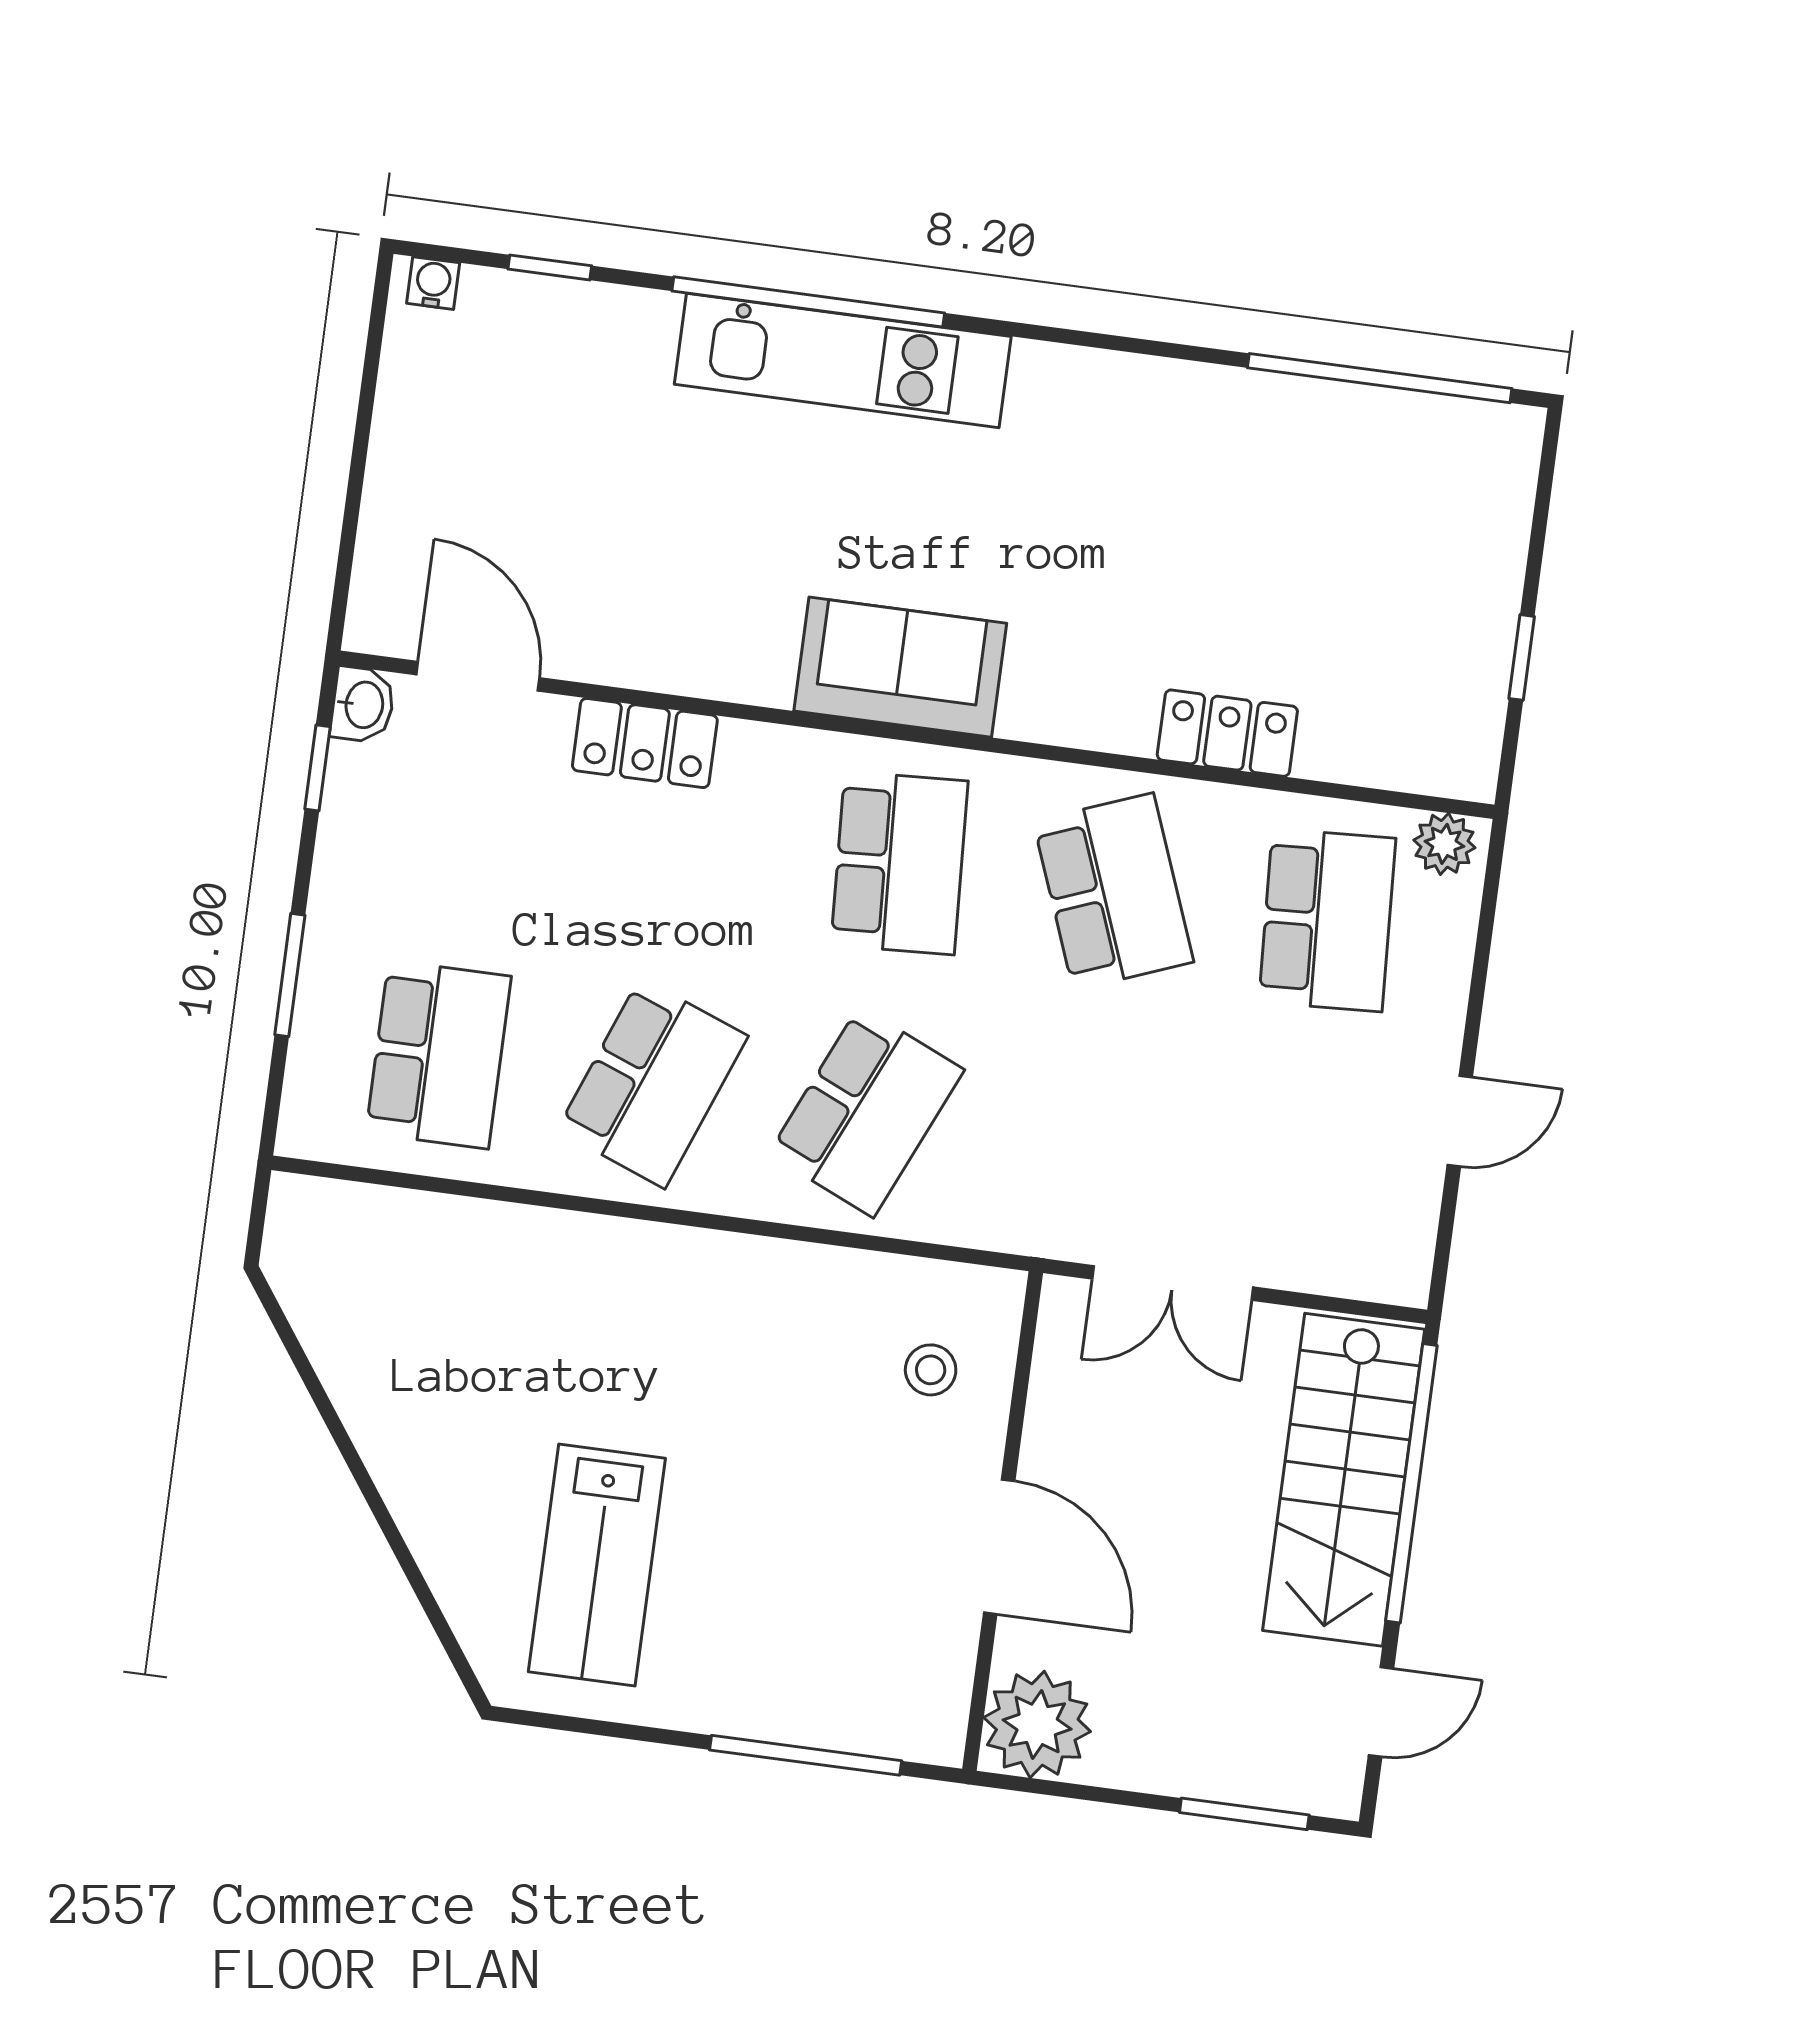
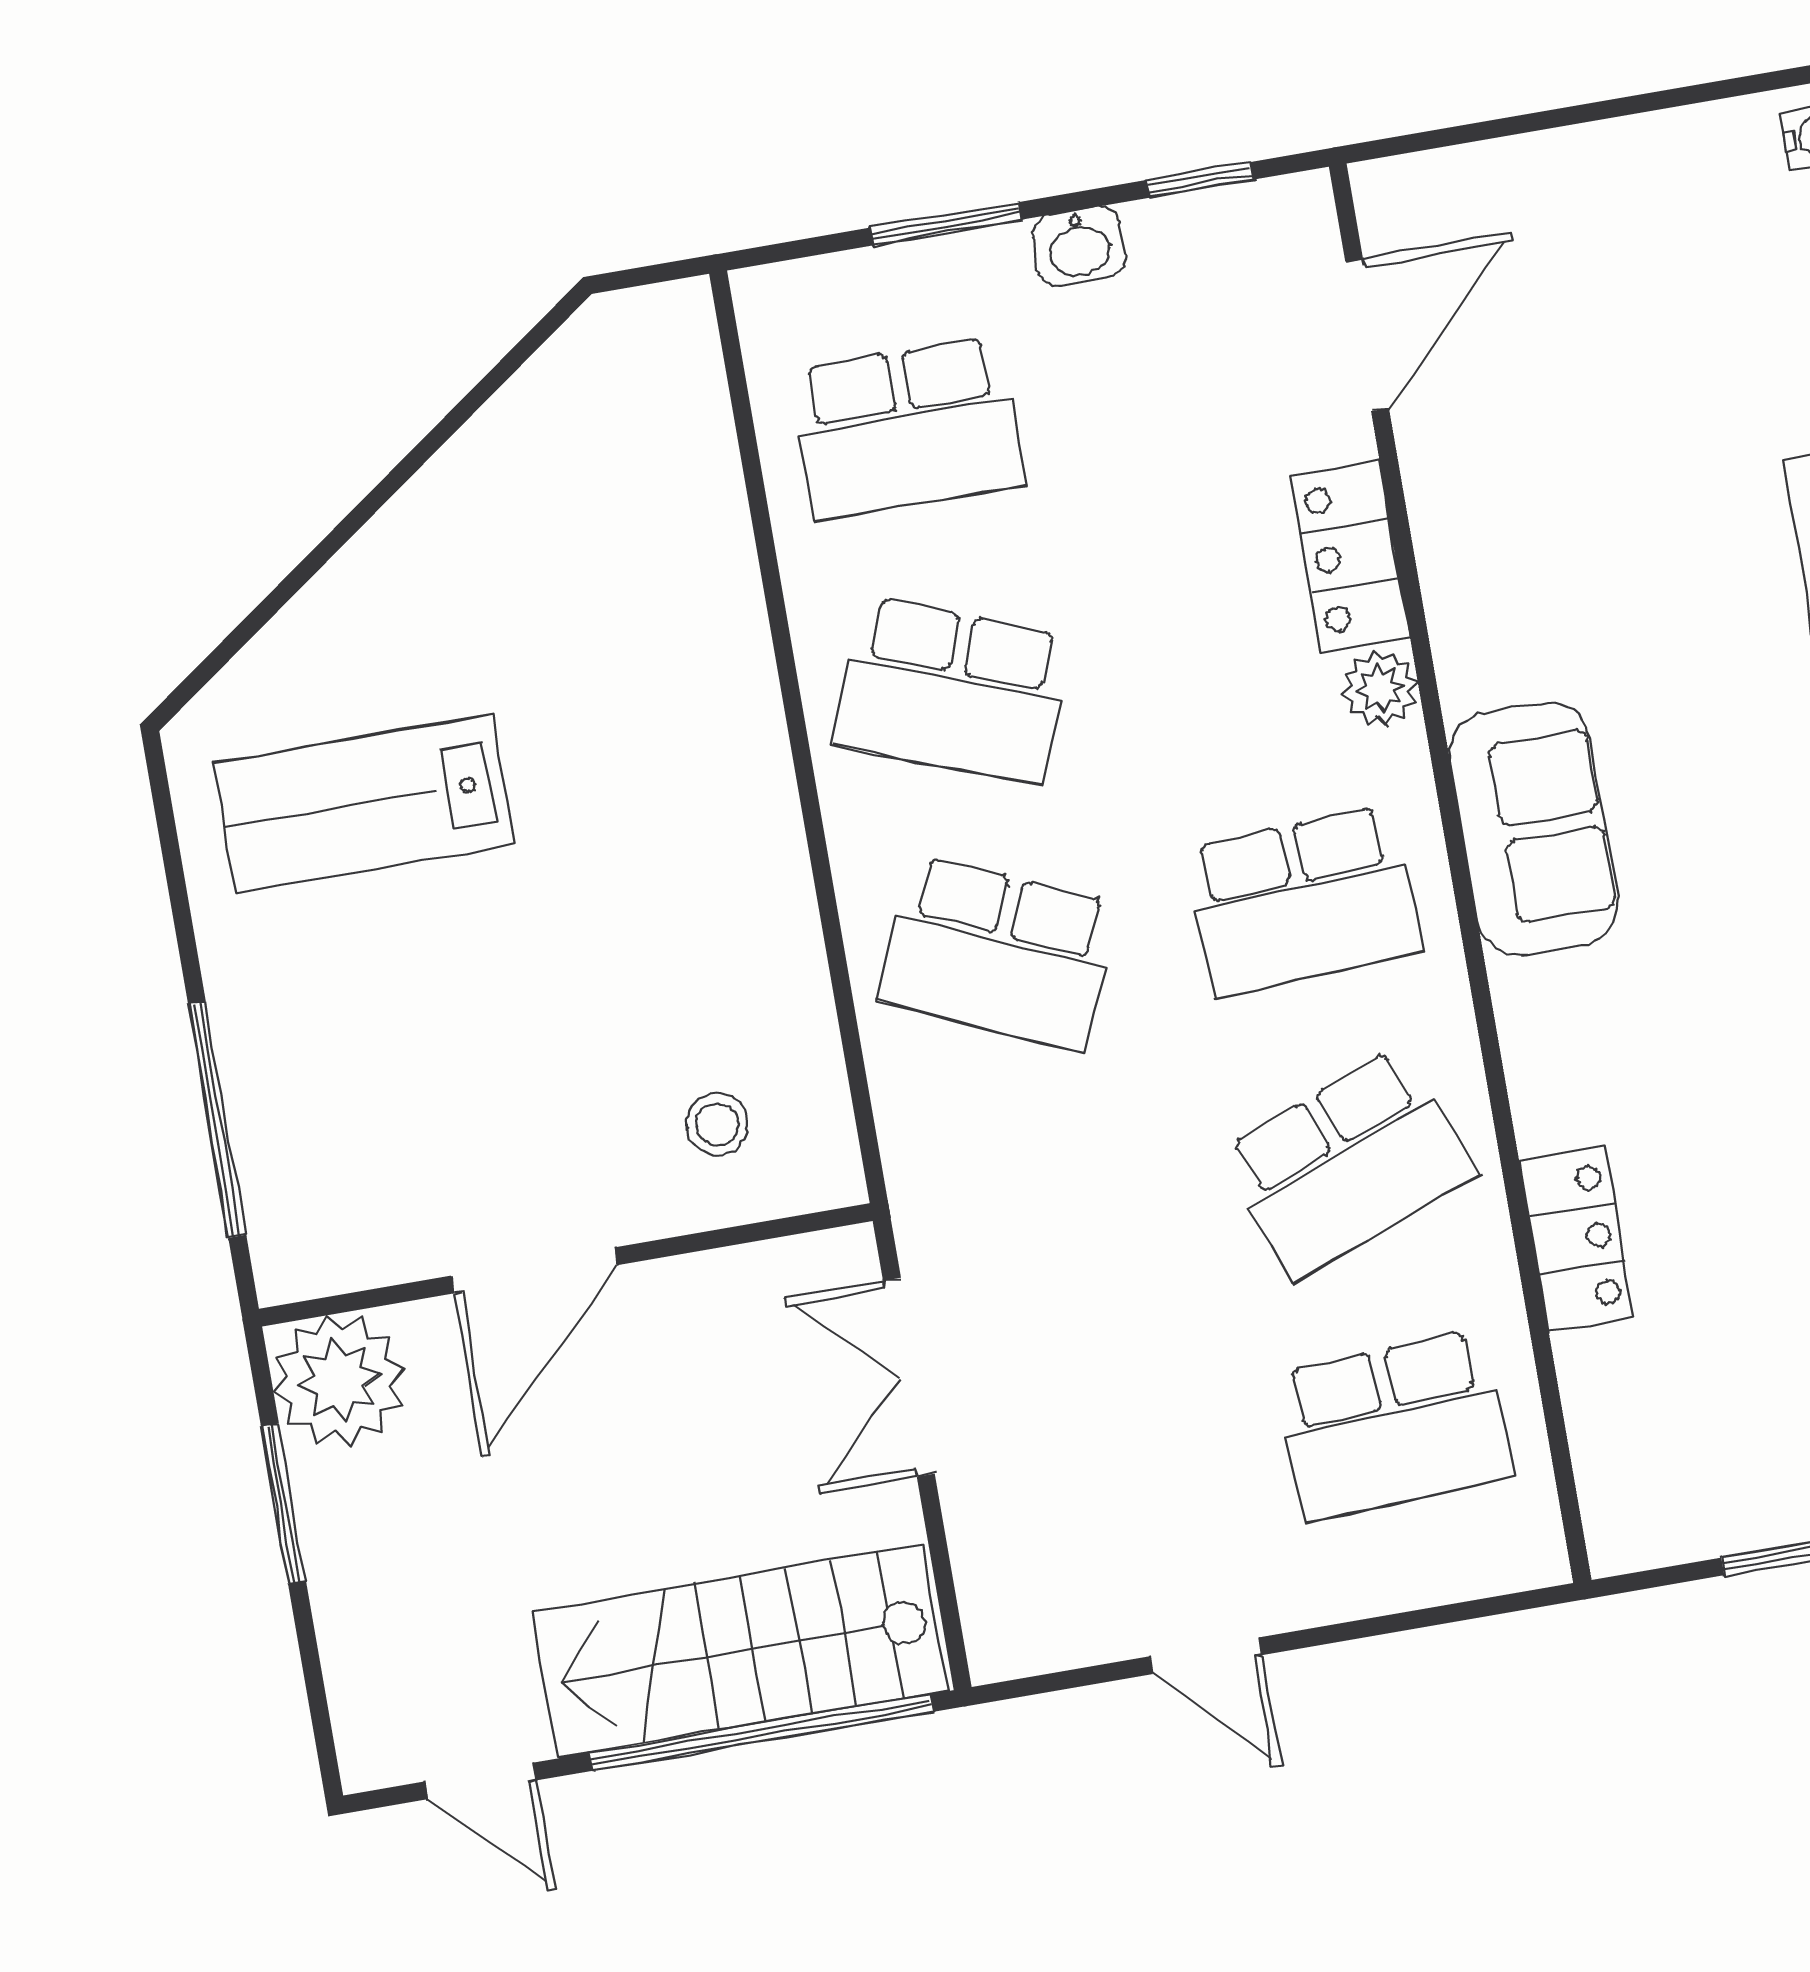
washbasin: (363, 705) -> (1079, 246), moved
plant: (1444, 844) -> (1380, 688), moved
window: (1244, 1814) -> (283, 1504), moved

